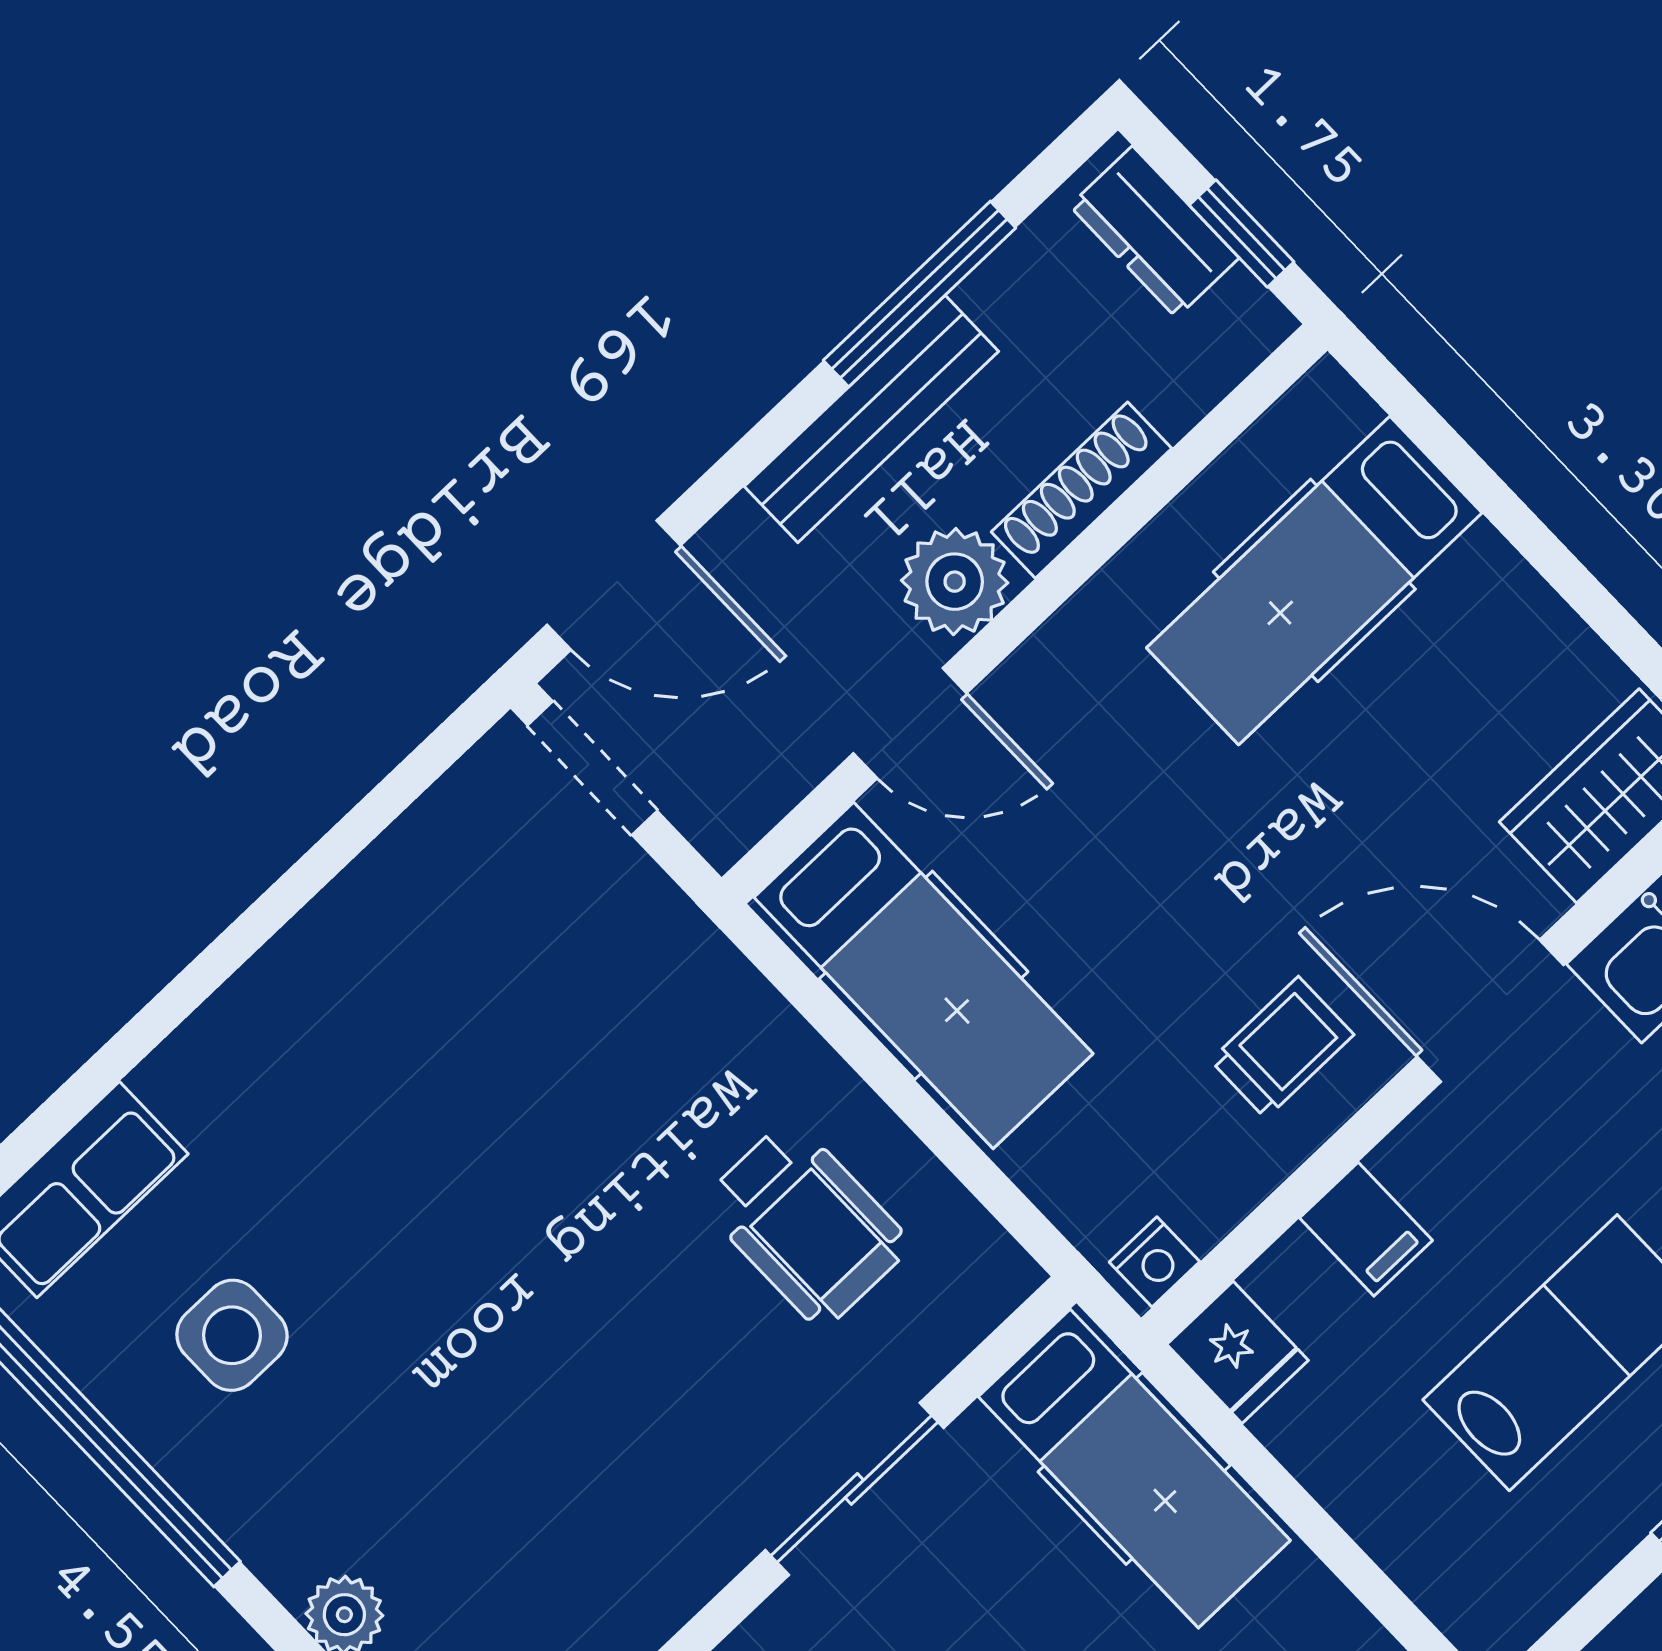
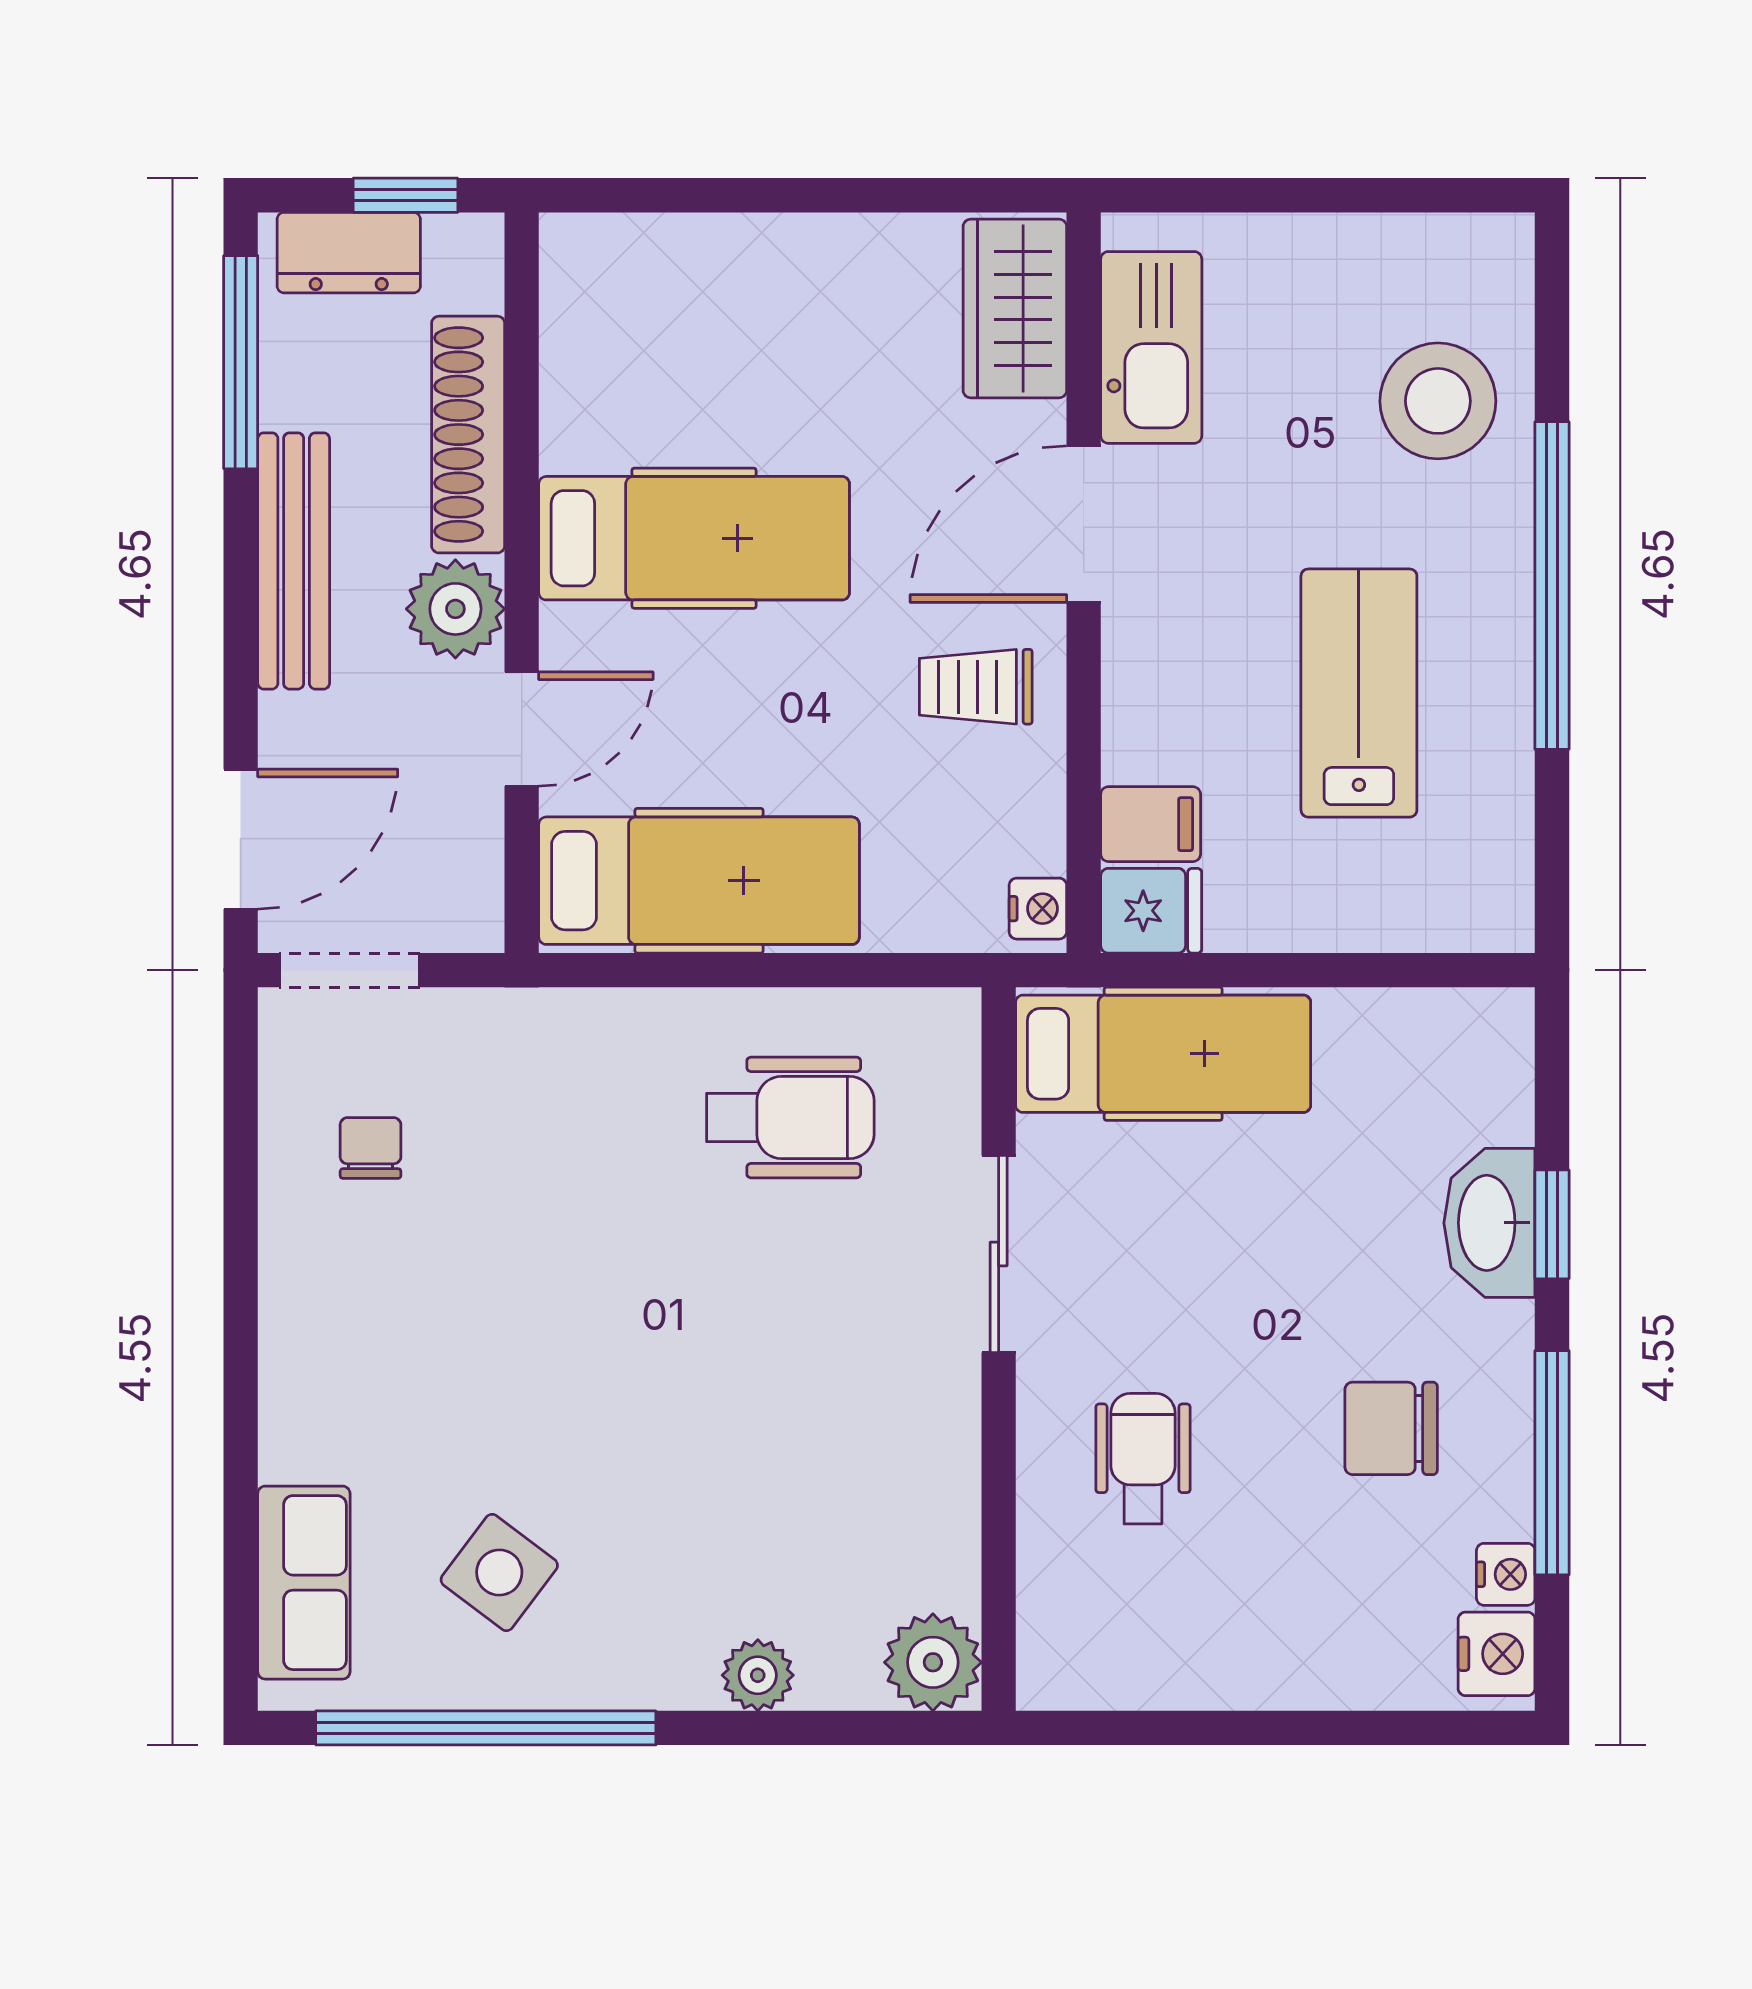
window: (920, 294) -> (241, 362), moved
shoe rack: (1081, 490) -> (468, 435), width x1.36, depth x1.24
hospital bed: (1314, 580) -> (694, 538), moved, turned -90
chair: (469, 917) -> (371, 1148), added
trolley: (1282, 1047) -> (976, 687), turned -90
filing cabinet: (1366, 1229) -> (1151, 824), moved
side table: (232, 1335) -> (499, 1573), turned 37

